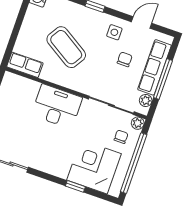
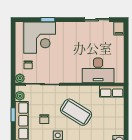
coffee table: (66, 47) -> (76, 112), moved
window: (163, 79) -> (13, 115), width x0.46
desk: (57, 106) -> (98, 70), moved
window: (134, 163) -> (13, 50), removed

